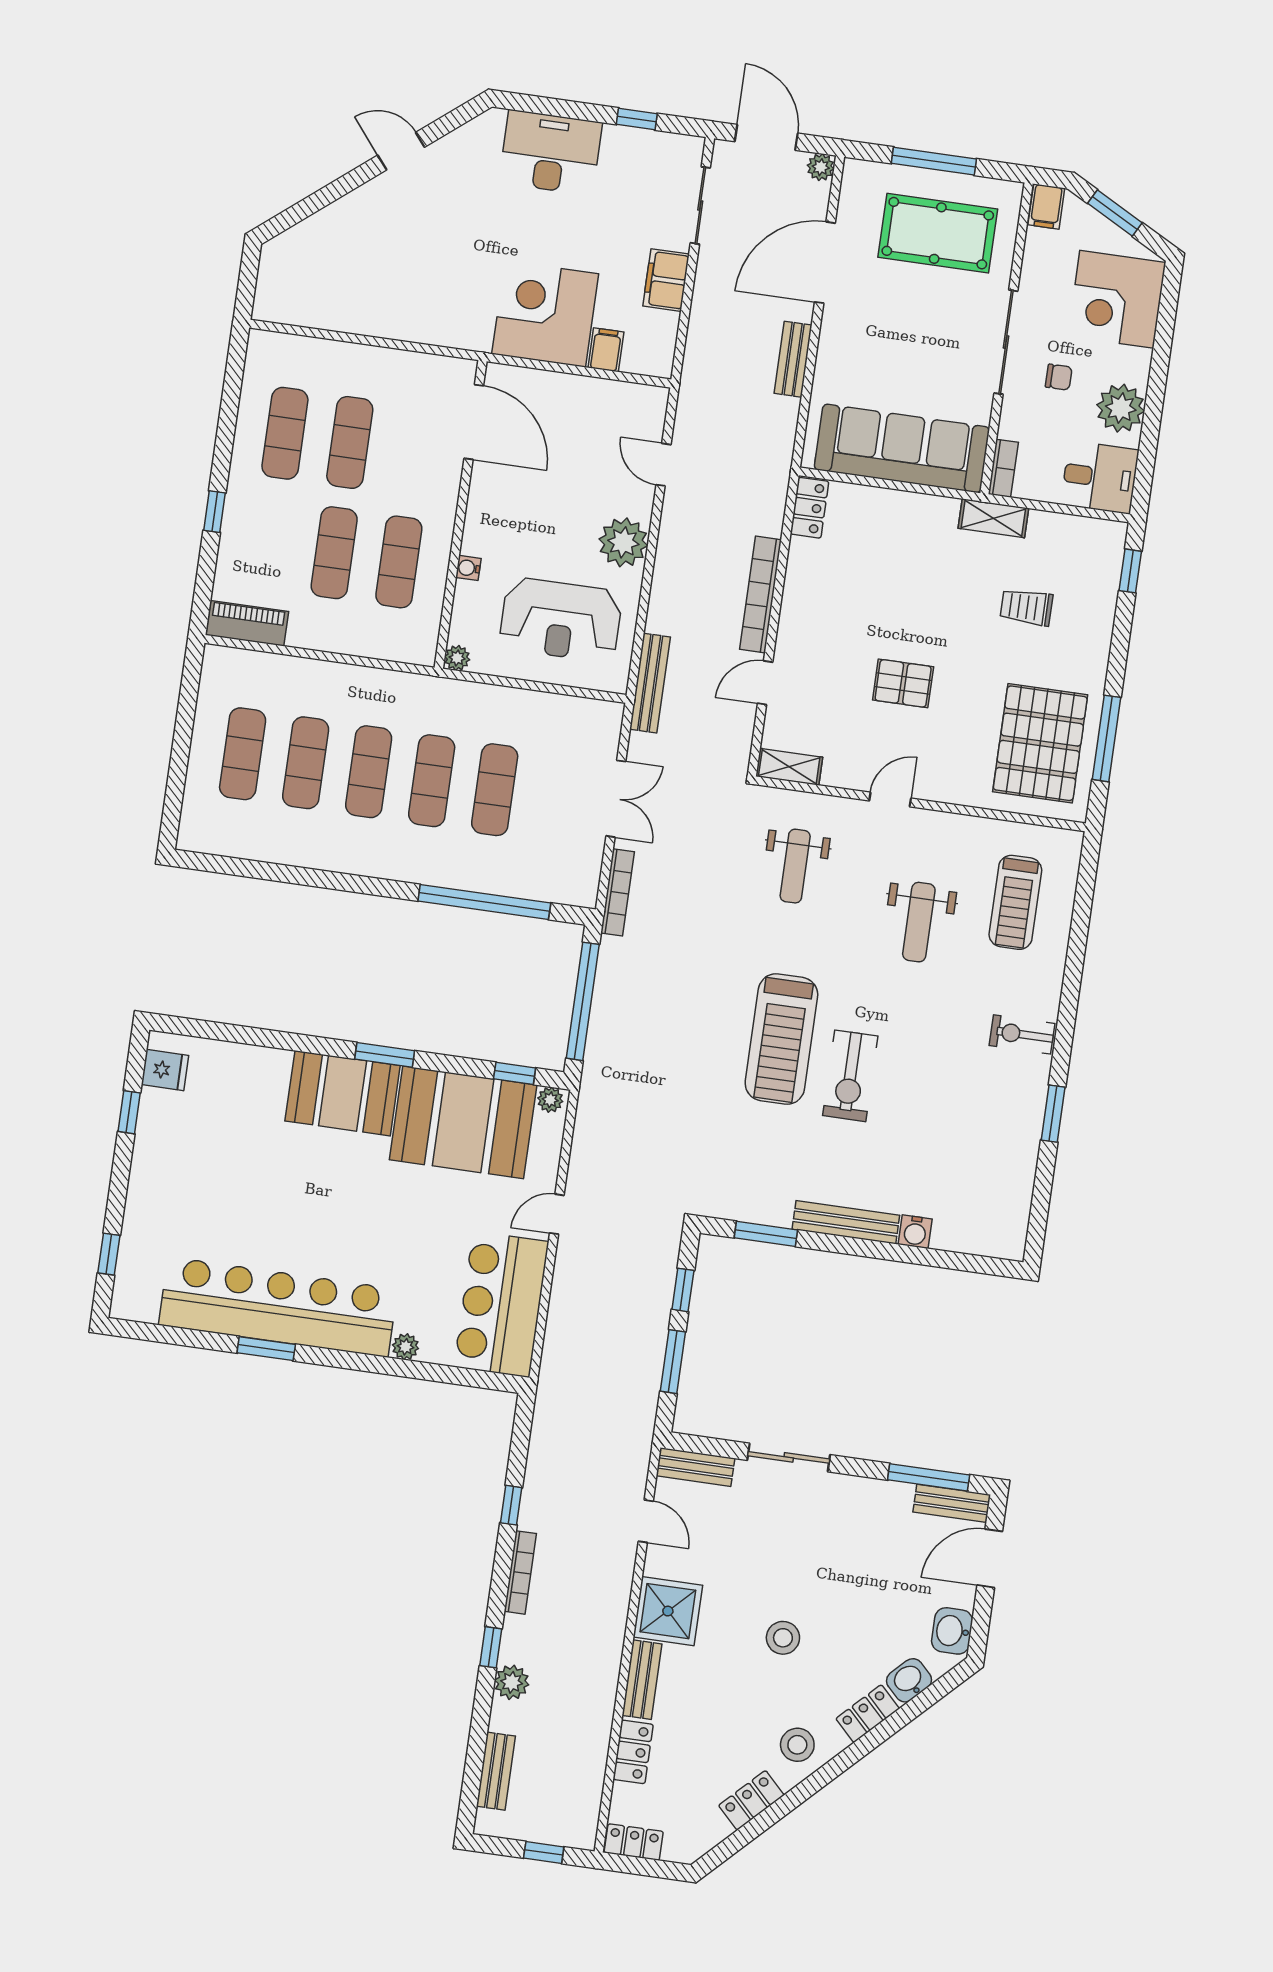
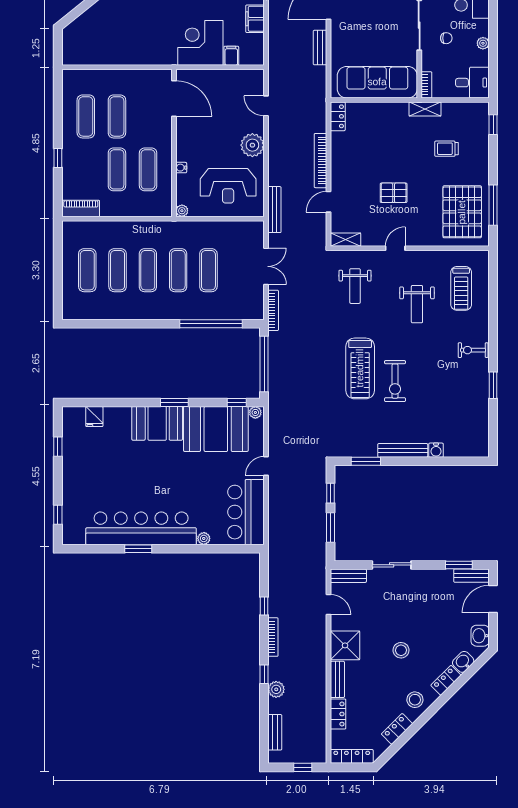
plant: (1121, 408) -> (483, 43), width x0.53, depth x0.53
fridge: (165, 1070) -> (94, 417), moved, turned 90
window: (929, 1477) -> (459, 565), width x0.69
locker: (634, 1842) -> (352, 756), width x1.53

